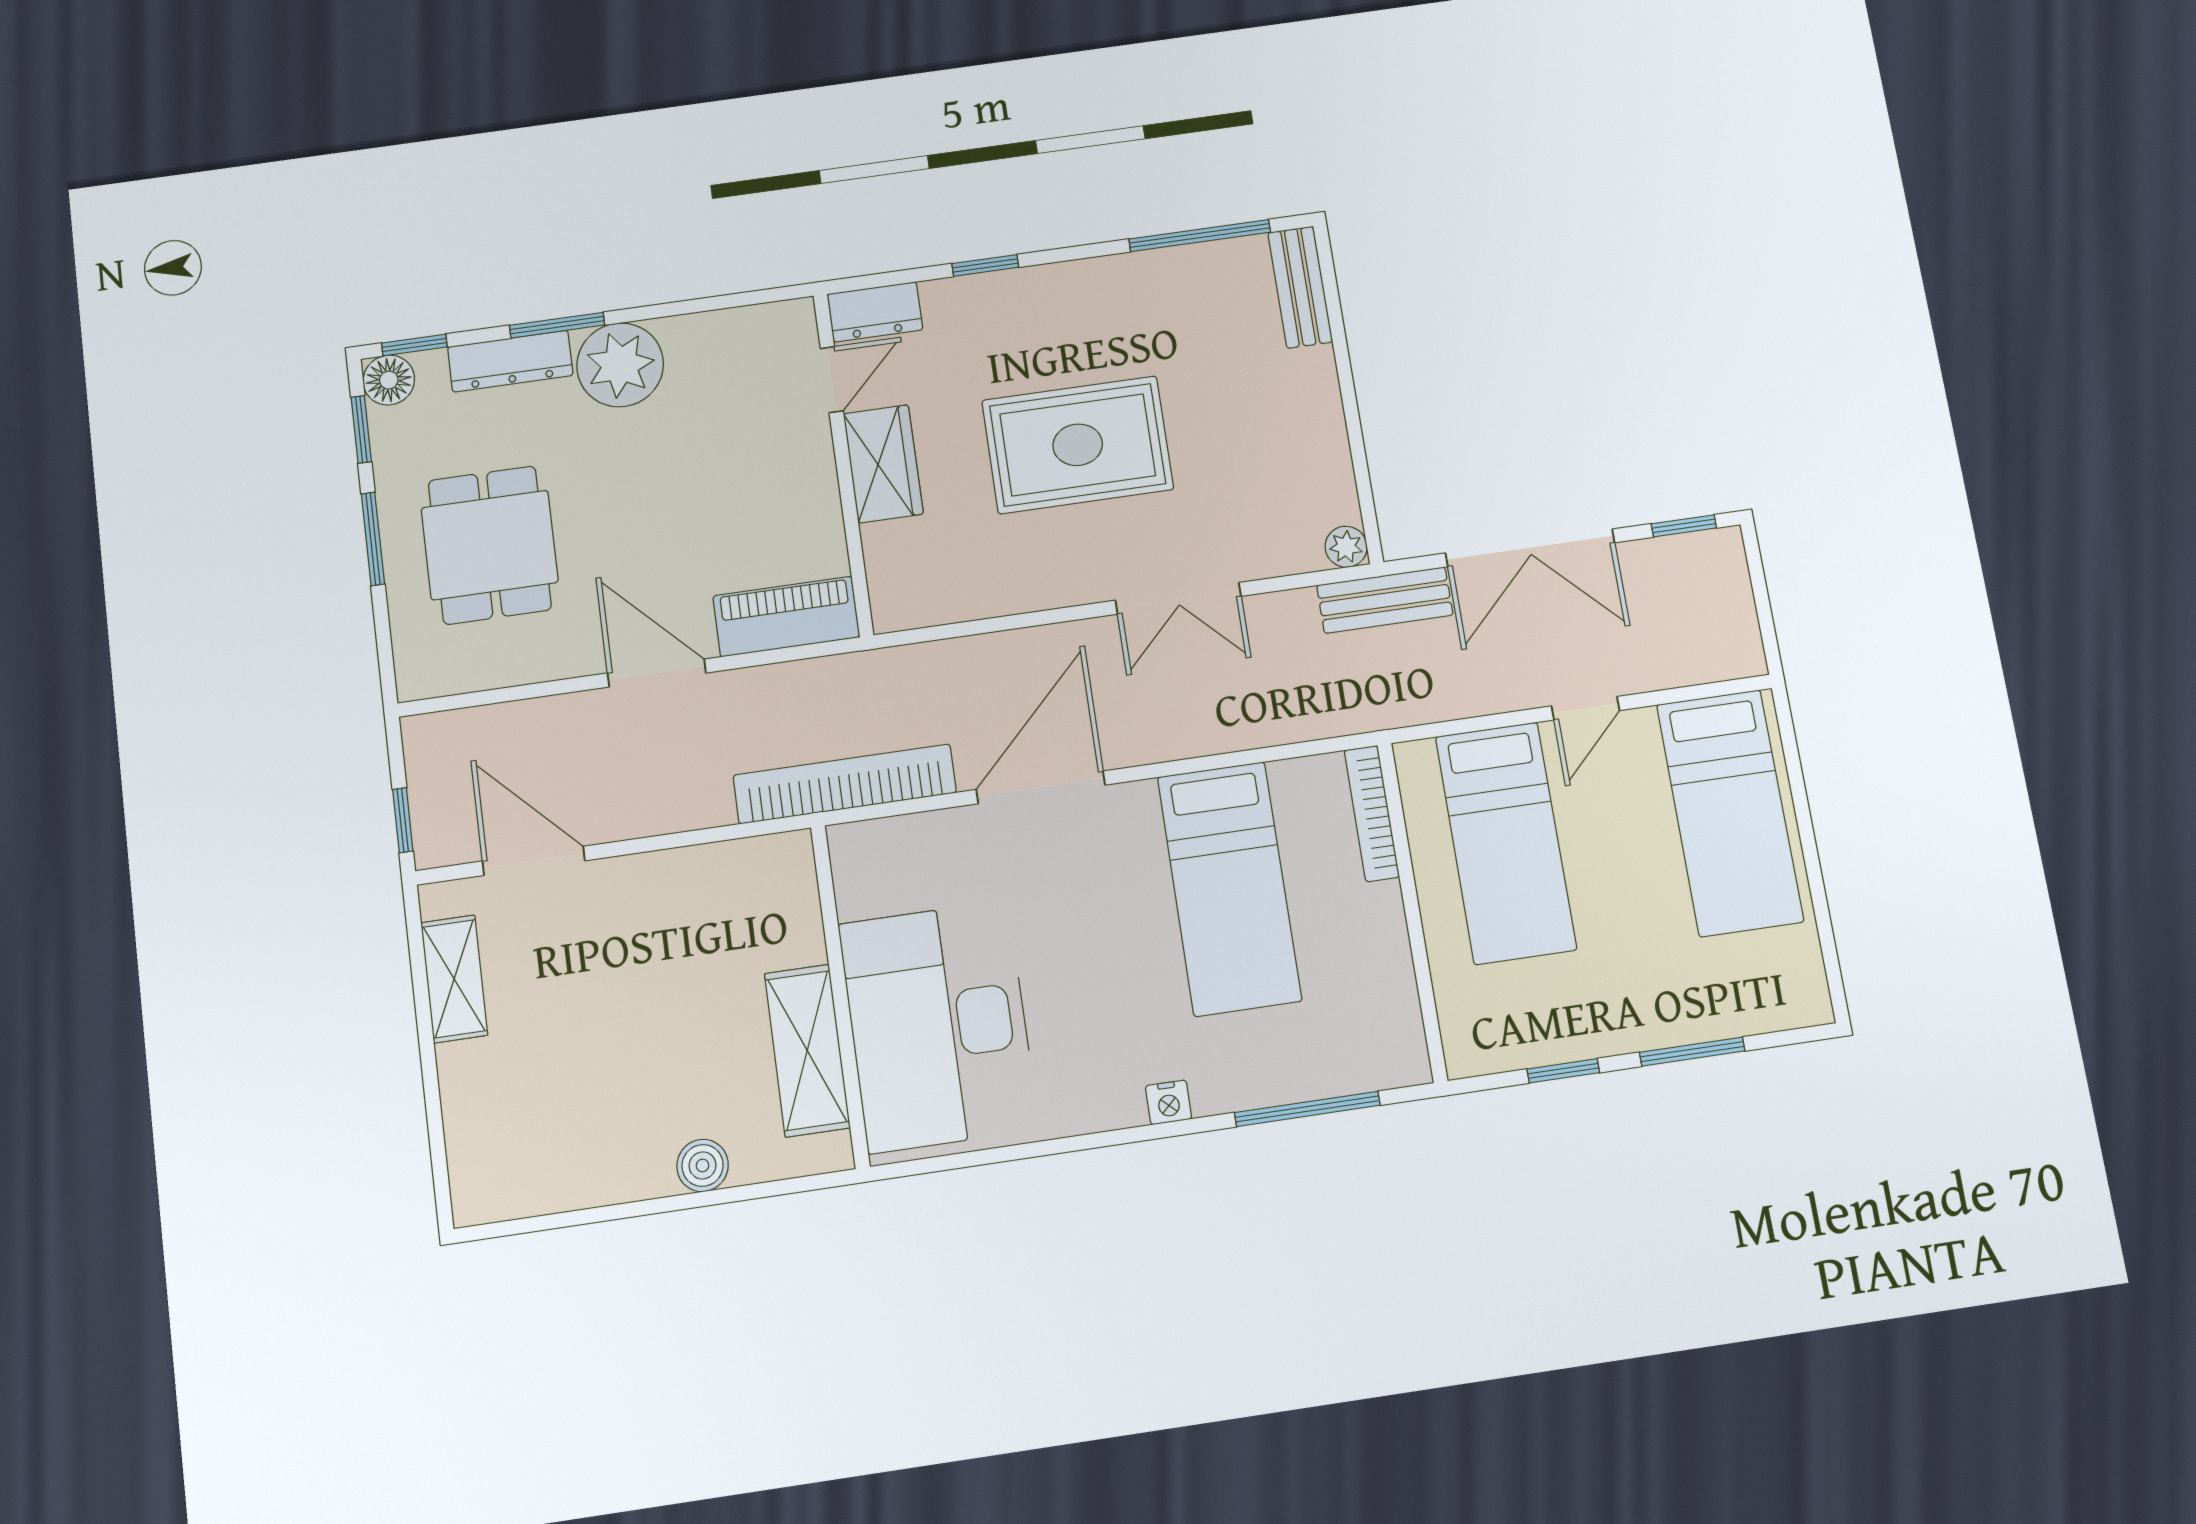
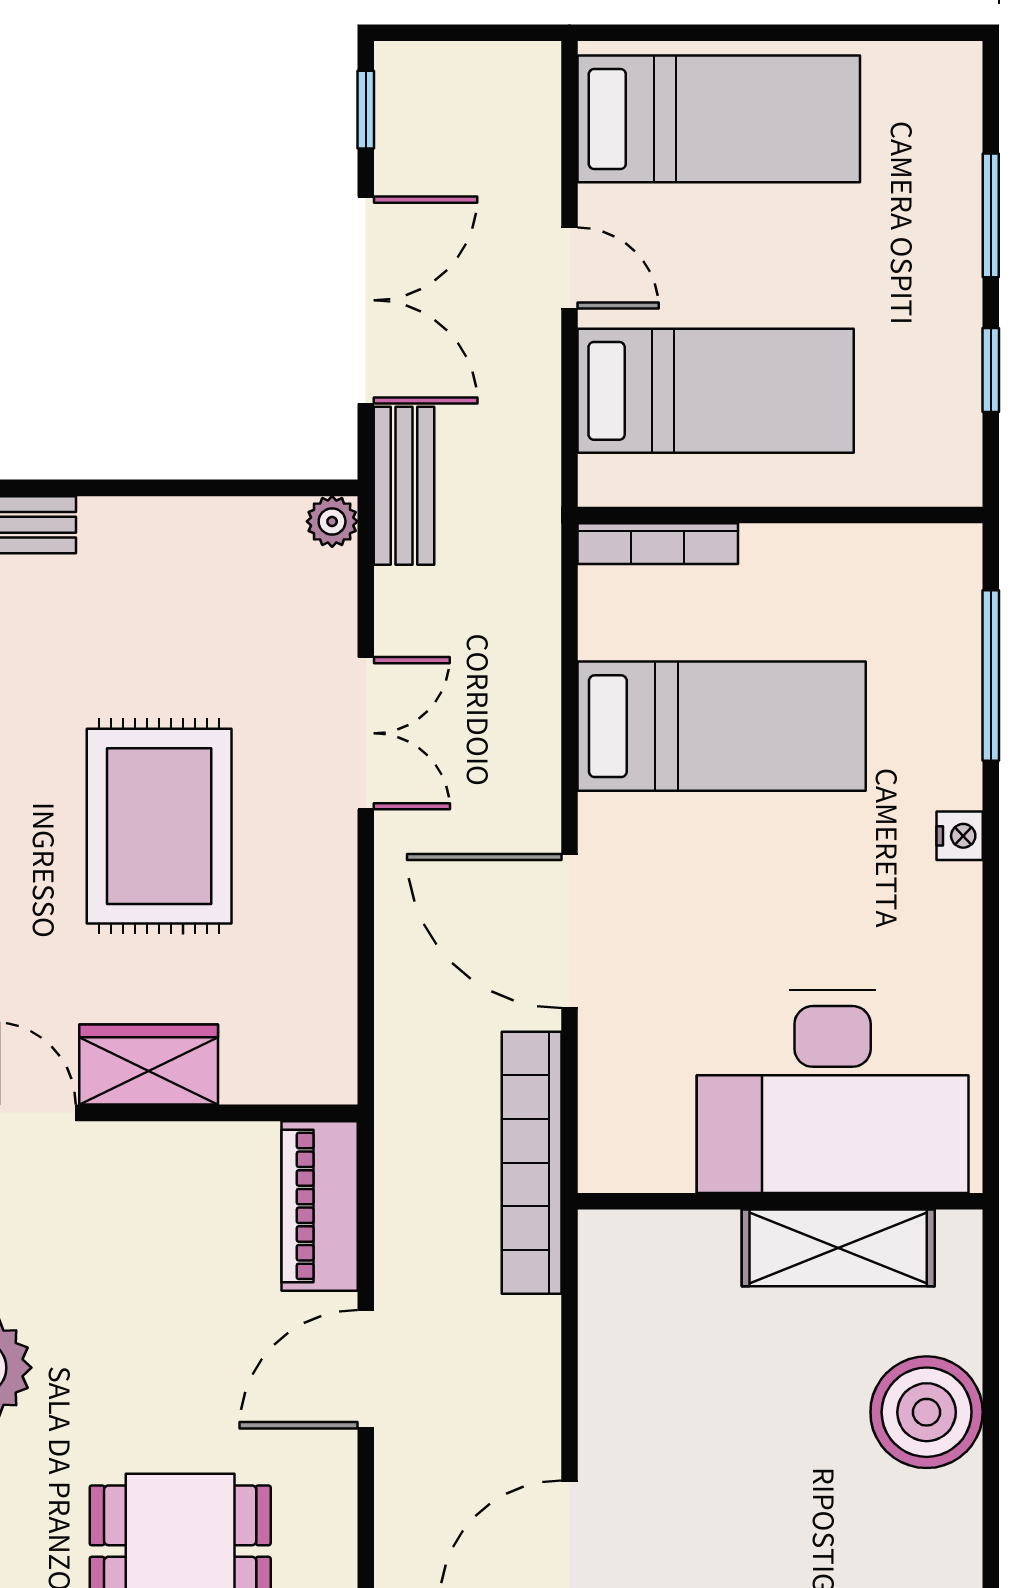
boiler: (703, 1165) -> (927, 1412), width x1.86, depth x1.86

